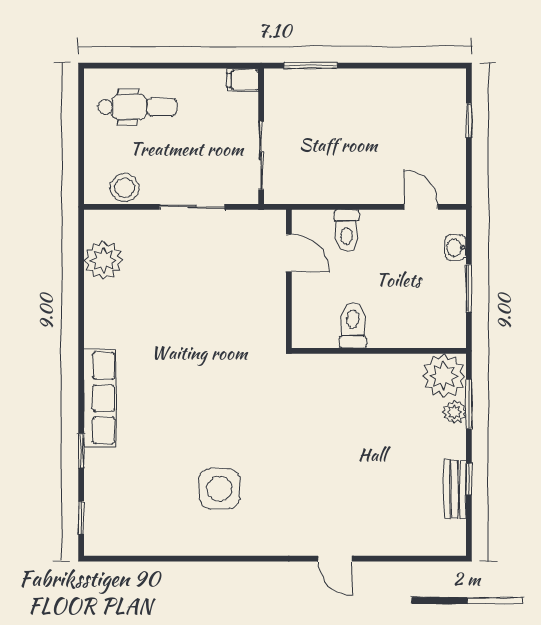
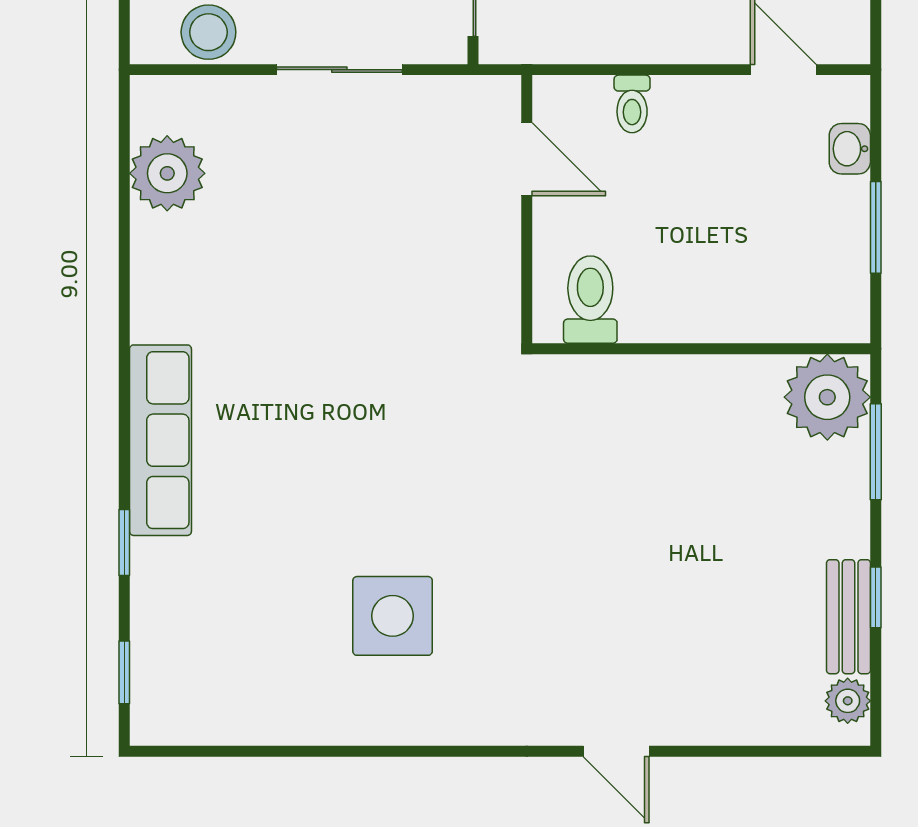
toilet: (346, 230) -> (632, 104), width x0.73, depth x0.72
toilet: (353, 325) -> (590, 300), moved
plant: (454, 412) -> (848, 701), moved

